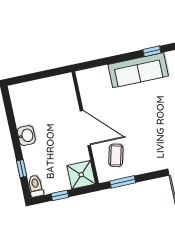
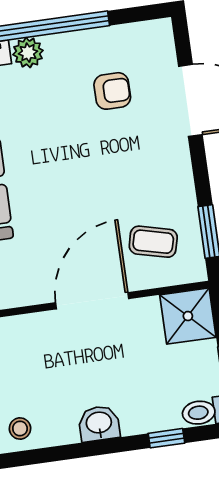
stool: (21, 98) -> (20, 428), added

